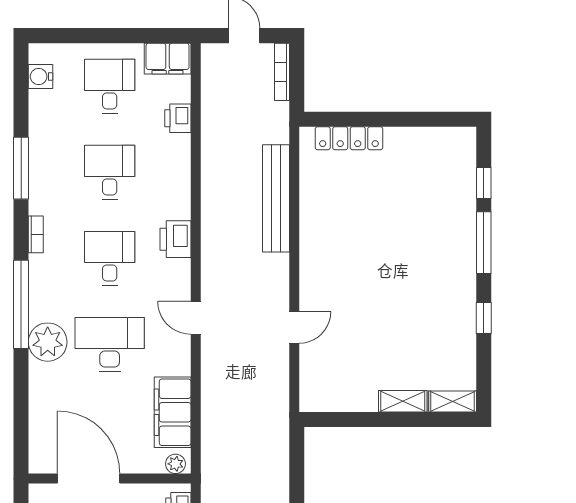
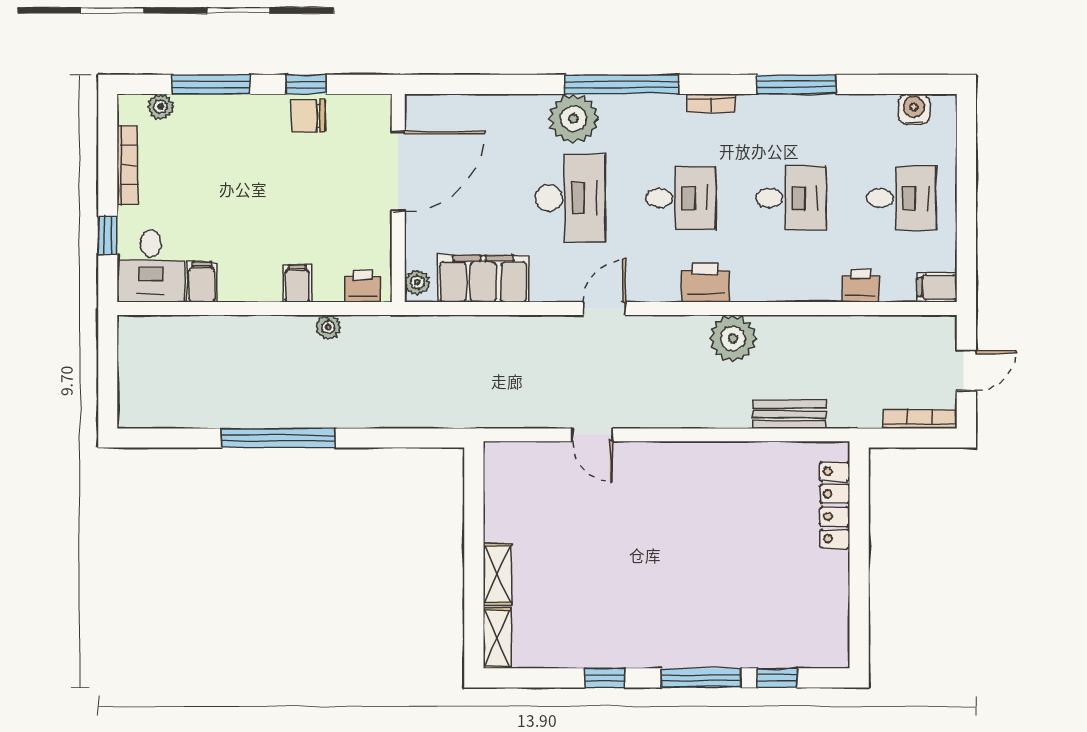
filing cabinet: (168, 59) -> (937, 287), width x0.50
bench: (276, 198) -> (790, 414), width x0.54, depth x0.82
plant: (219, 218) -> (733, 338), added

